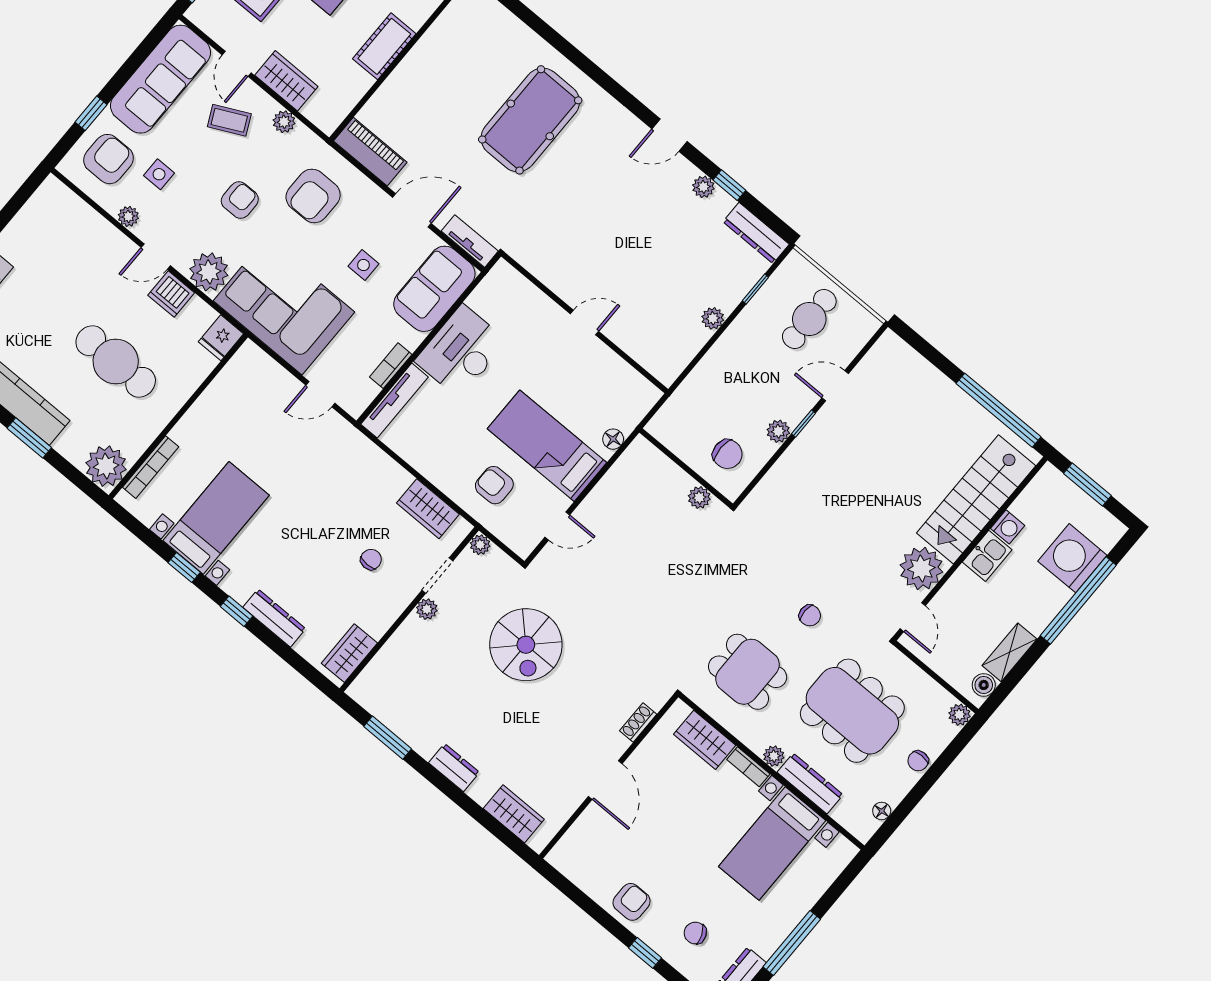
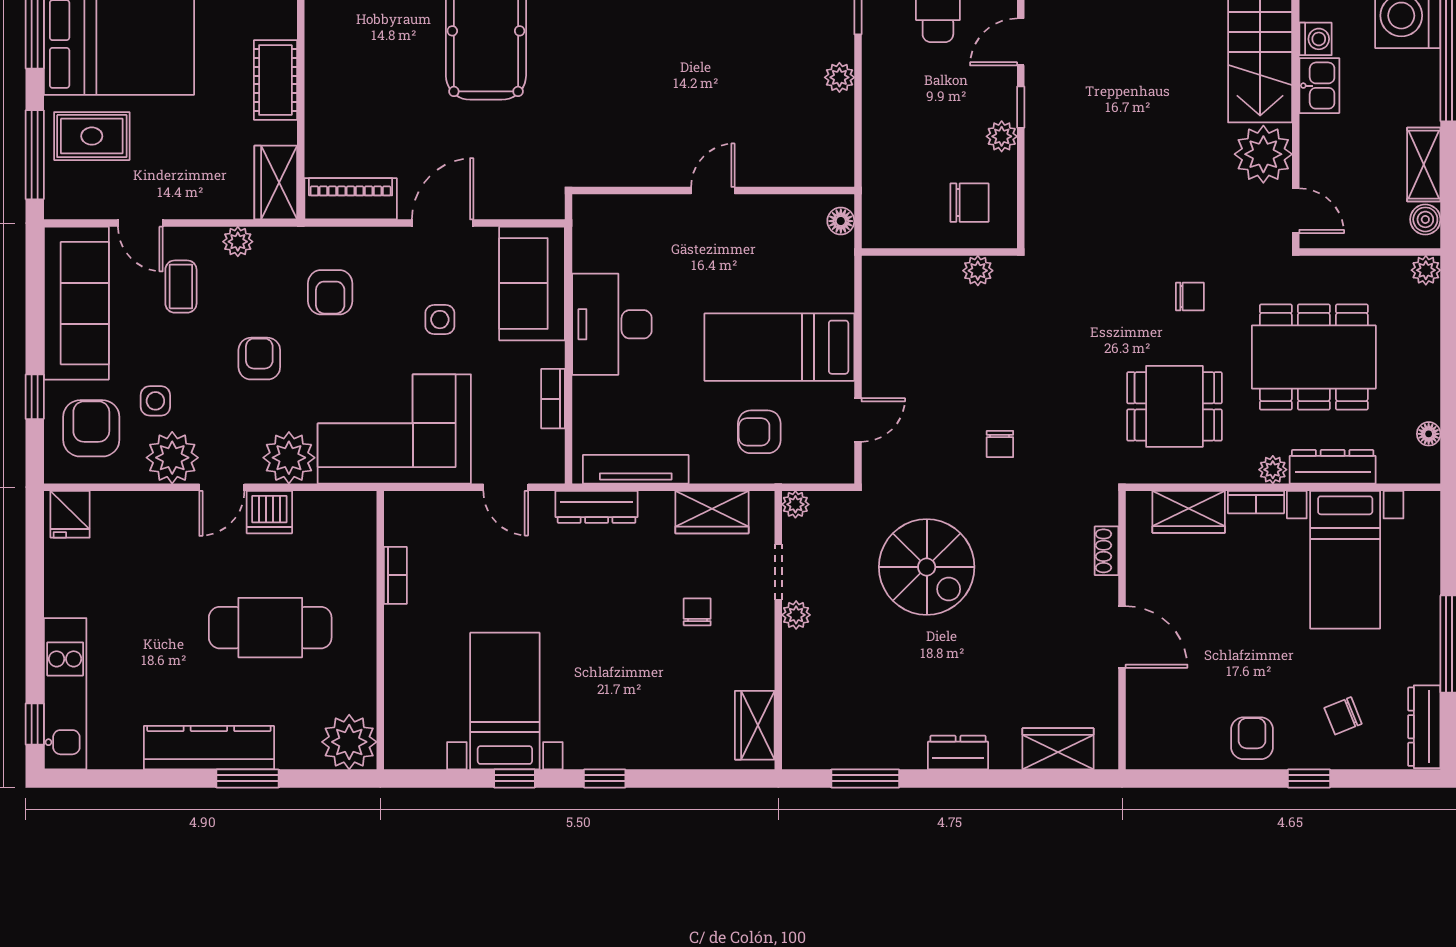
wardrobe: (286, 81) -> (276, 183), moved, turned -90
coffee table: (229, 120) -> (181, 287), turned -64
armchair: (313, 196) -> (330, 292), width x0.72, depth x0.72
plant: (128, 216) -> (172, 458), width x1.88, depth x1.88
tv unit: (470, 241) -> (527, 205), removed
fridge: (221, 338) -> (70, 514), moved
door: (320, 394) -> (506, 487), hinge flipped
tv unit: (395, 401) -> (636, 469), moved, turned -90
floor lamp: (613, 439) -> (841, 221), moved
bookcase: (151, 467) -> (395, 575), moved, width x0.64
dresser: (274, 618) -> (597, 507), moved, turned 180
chair: (918, 761) -> (1000, 444), moved

